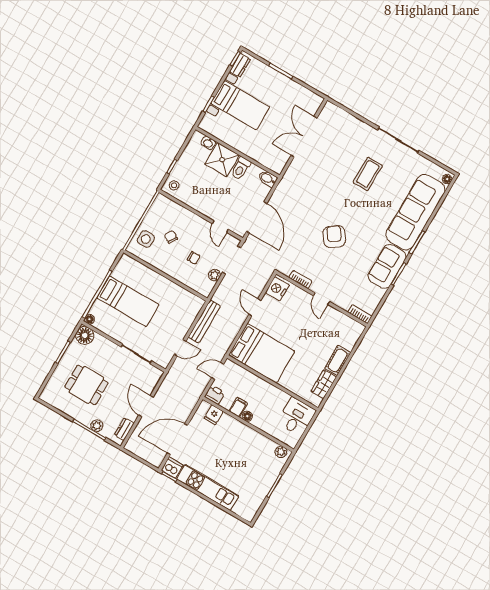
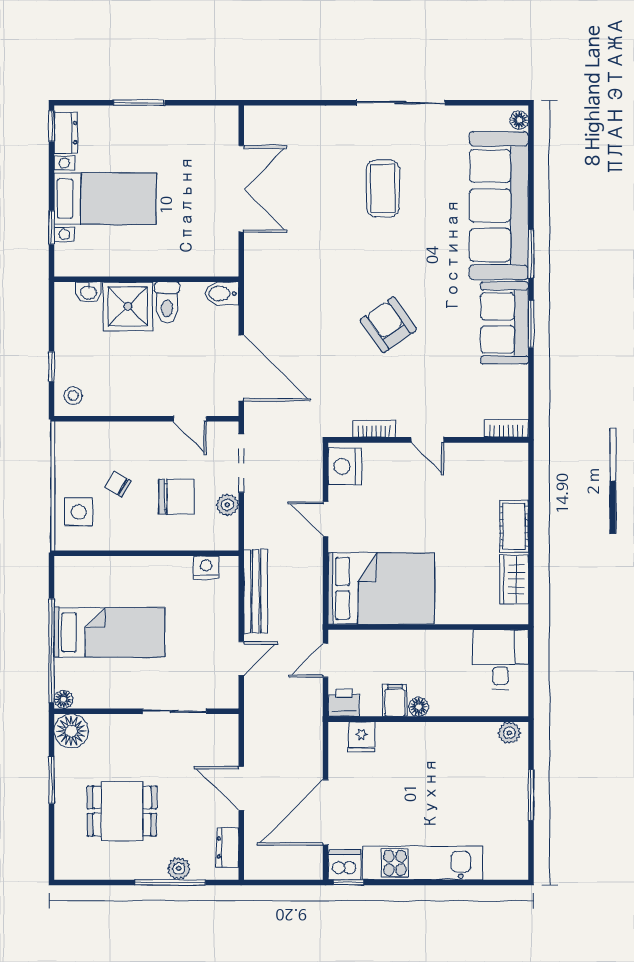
double door: (304, 137) -> (241, 189), swing flipped
chair: (194, 258) -> (176, 497), width x1.87, depth x1.87
nightstand: (188, 298) -> (206, 567), added

